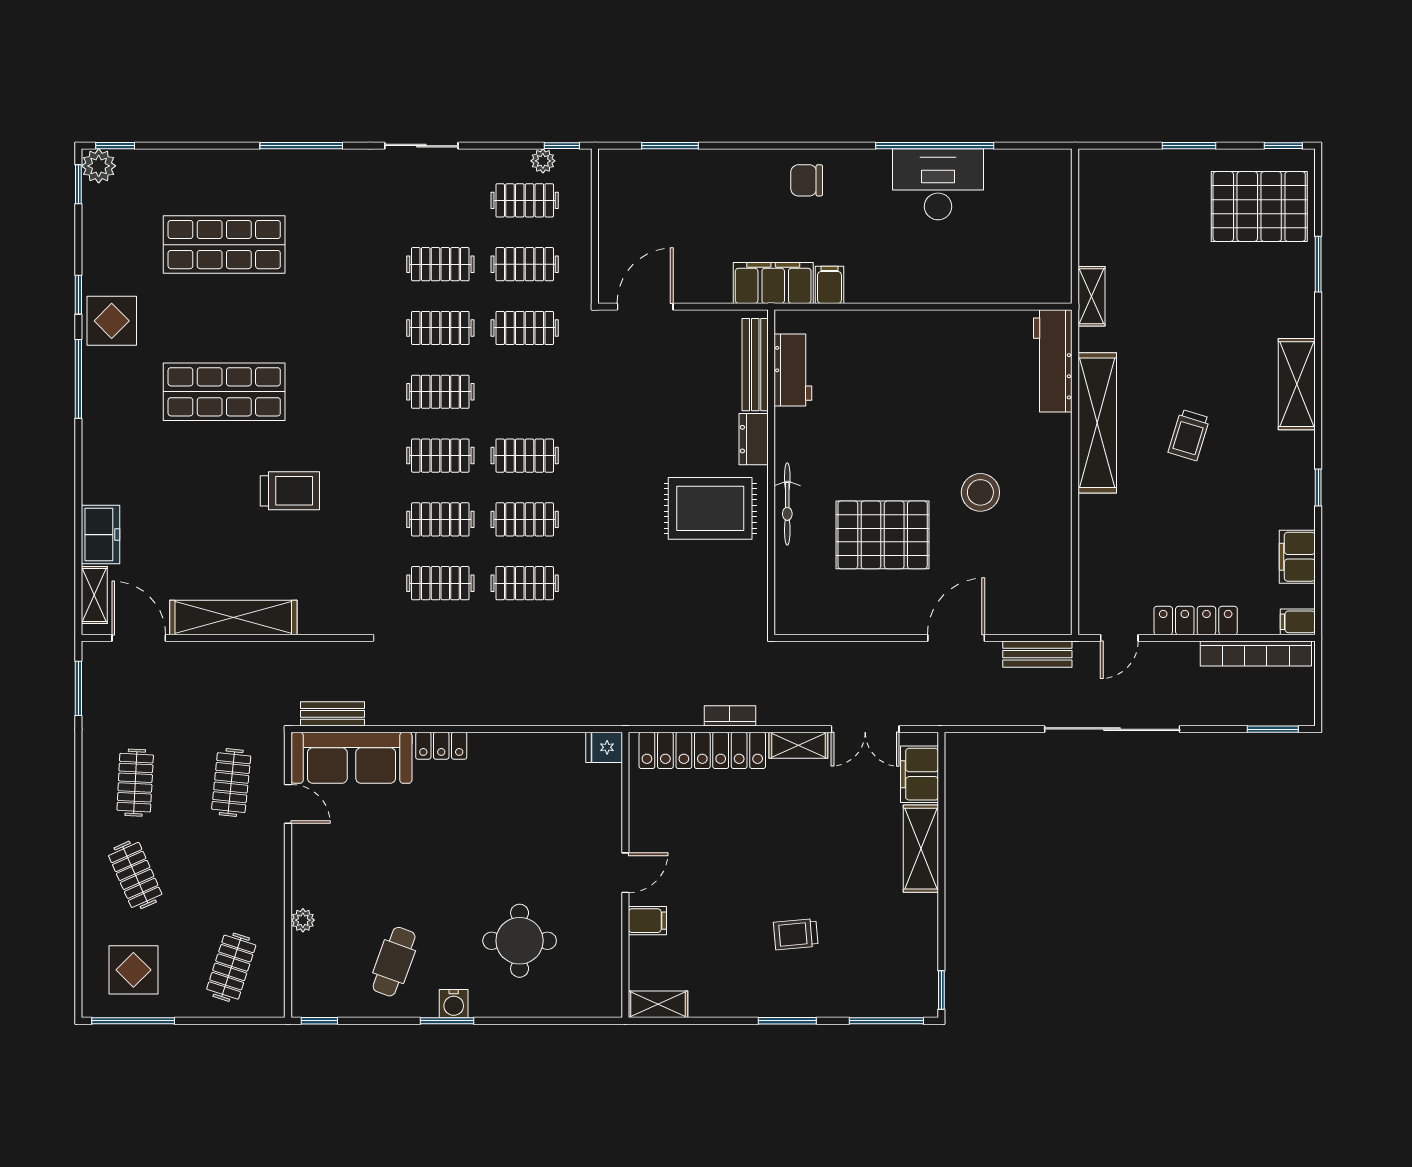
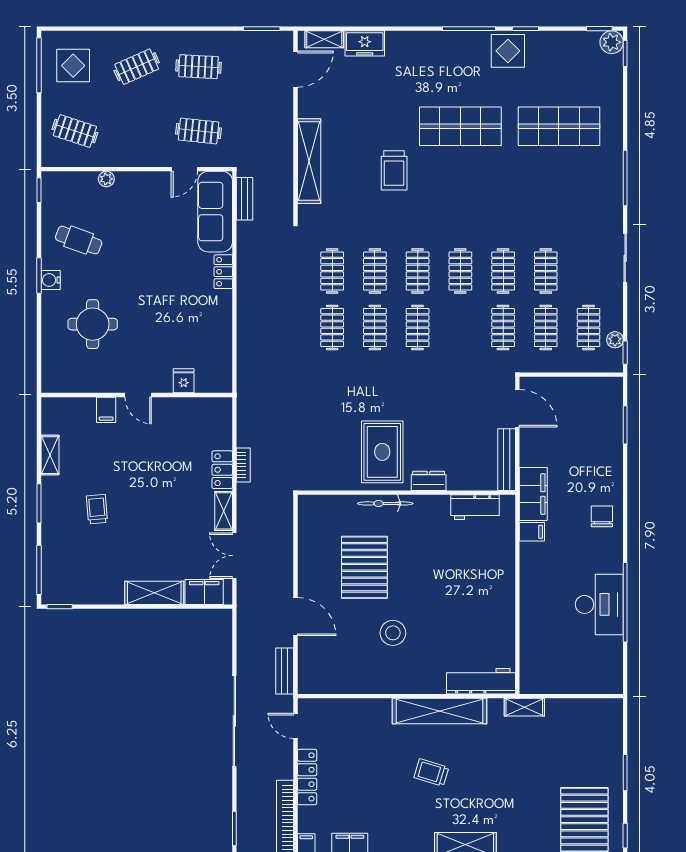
shop shelf: (224, 245) -> (559, 126), turned 90
bench: (755, 365) -> (507, 460), moved, turned 90
shop shelf: (224, 392) -> (460, 126), turned 90
shelving: (233, 618) -> (309, 161), moved
fridge: (604, 747) -> (184, 381), moved
locker: (702, 750) -> (222, 470), width x0.46, depth x0.83
shelving: (658, 1004) -> (50, 455), moved

